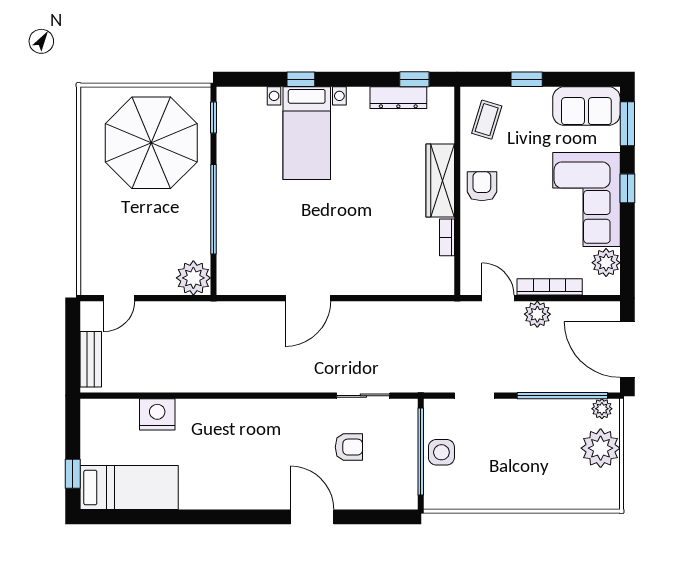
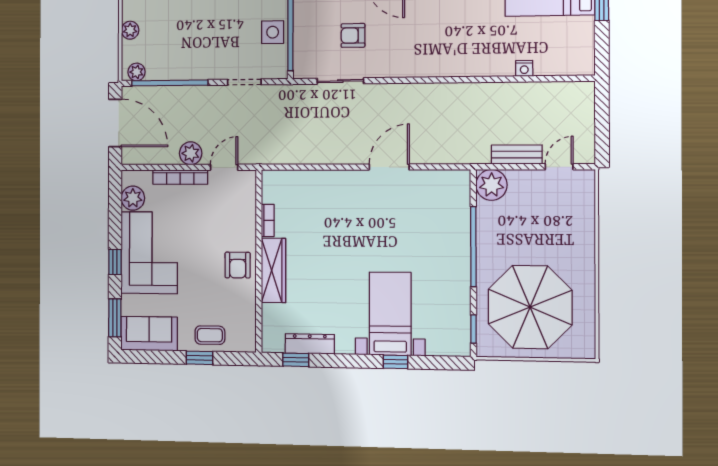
coffee table: (487, 120) -> (210, 335), moved, turned 73
door: (498, 298) -> (224, 167), swing flipped
bench: (91, 359) -> (517, 155), moved, turned 90
nightstand: (157, 414) -> (524, 68), width x0.53, depth x0.56
plant: (601, 448) -> (130, 30), width x0.53, depth x0.53

